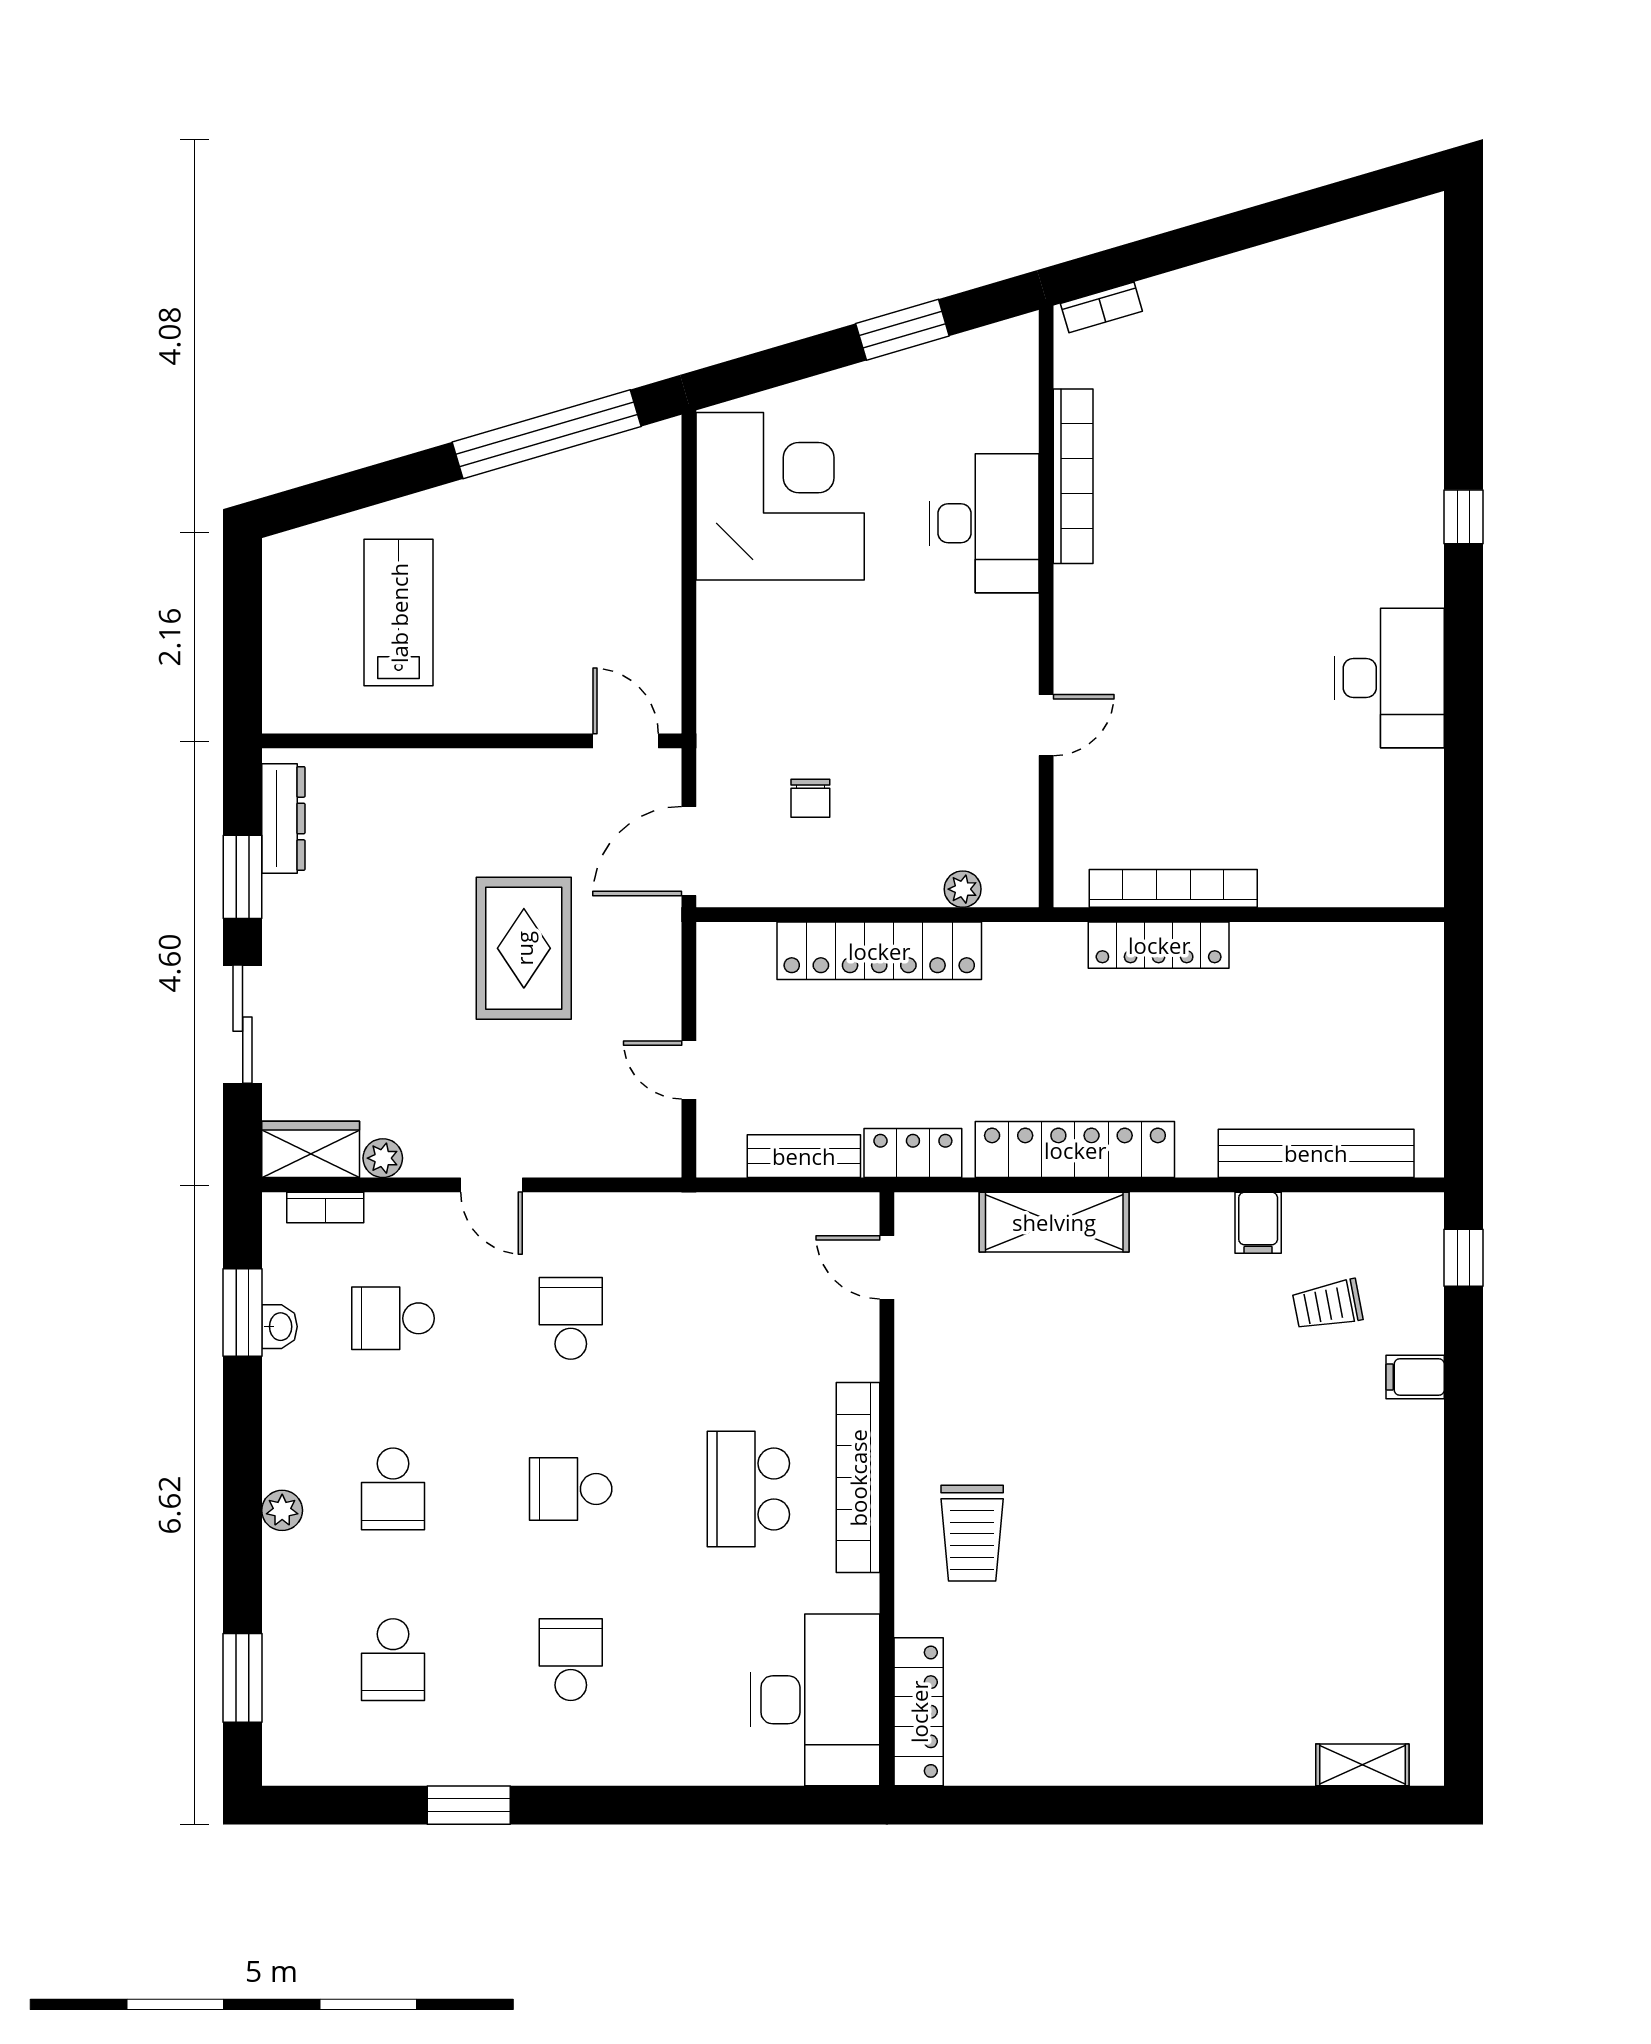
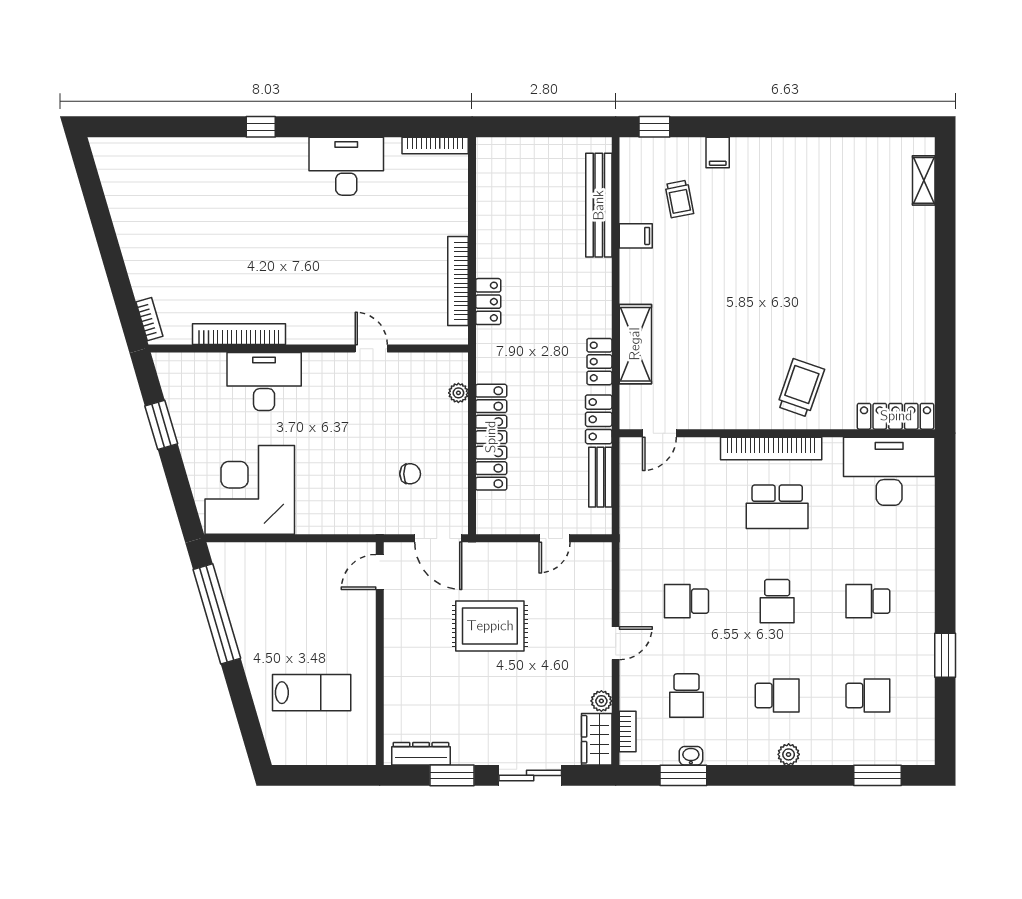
lab bench: (399, 613) -> (312, 693), turned 180
bookcase: (1428, 845) -> (435, 145), added
locker: (1159, 945) -> (488, 302), width x0.66
locker: (1075, 1150) -> (599, 362), width x0.46, depth x0.83
trolley: (972, 1533) -> (801, 388), turned -71

